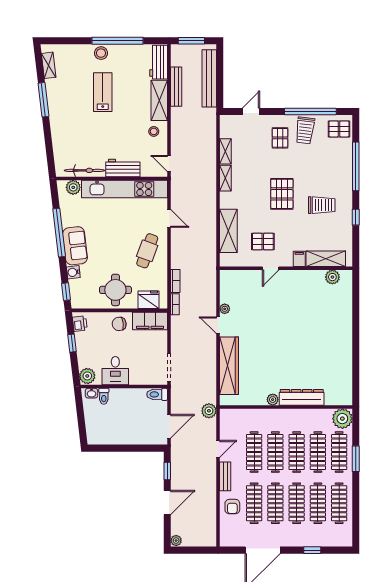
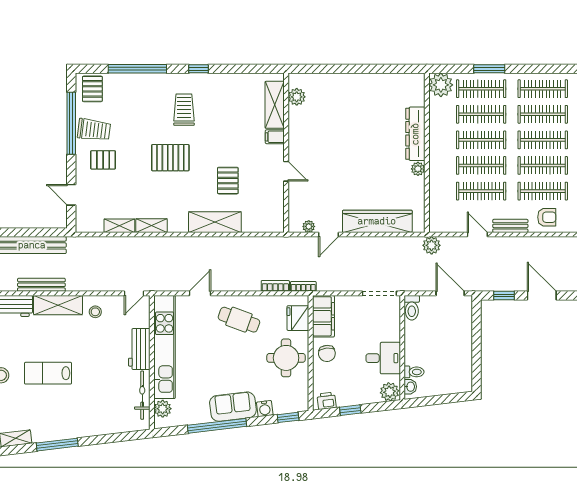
filing cabinet: (299, 259) -> (275, 137), moved
shelving: (326, 259) -> (275, 105), moved
door: (271, 268) -> (286, 171), moved
wall: (286, 268) -> (286, 153), moved
plant: (332, 277) -> (297, 97), moved

